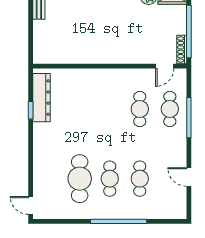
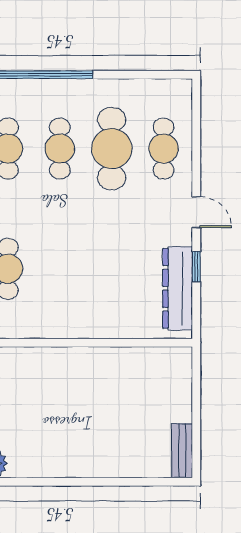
cafe table: (50, 179) -> (164, 149), added
door: (31, 205) -> (196, 212), moved

